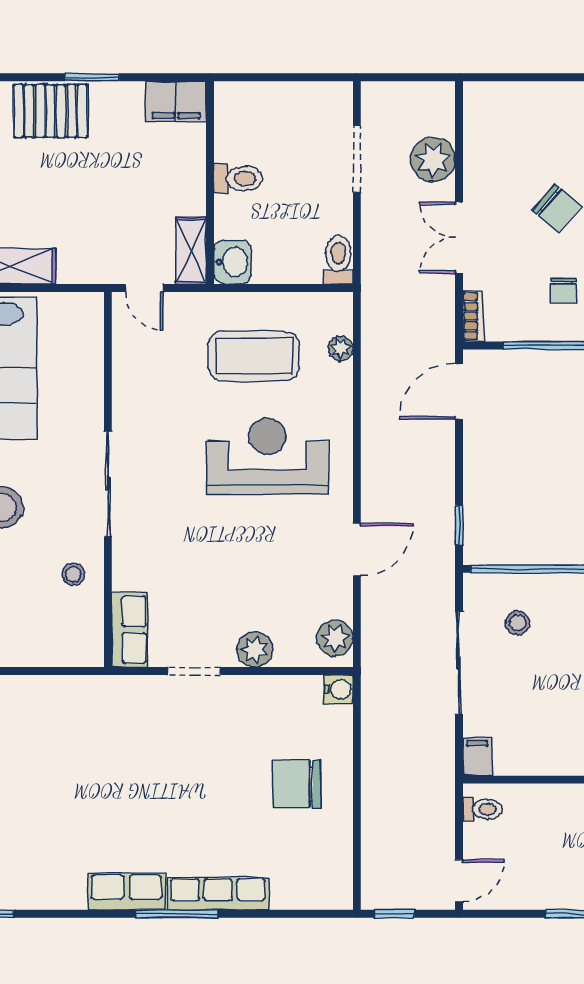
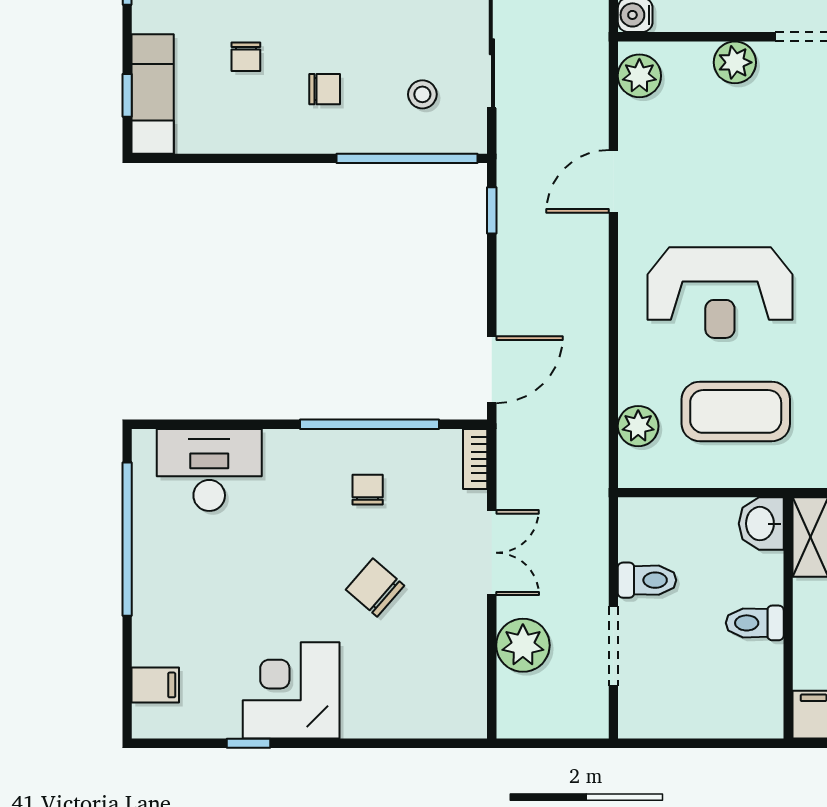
toilet: (338, 260) -> (647, 580), moved, turned -90
plant: (341, 349) -> (638, 426), width x1.38, depth x1.38

